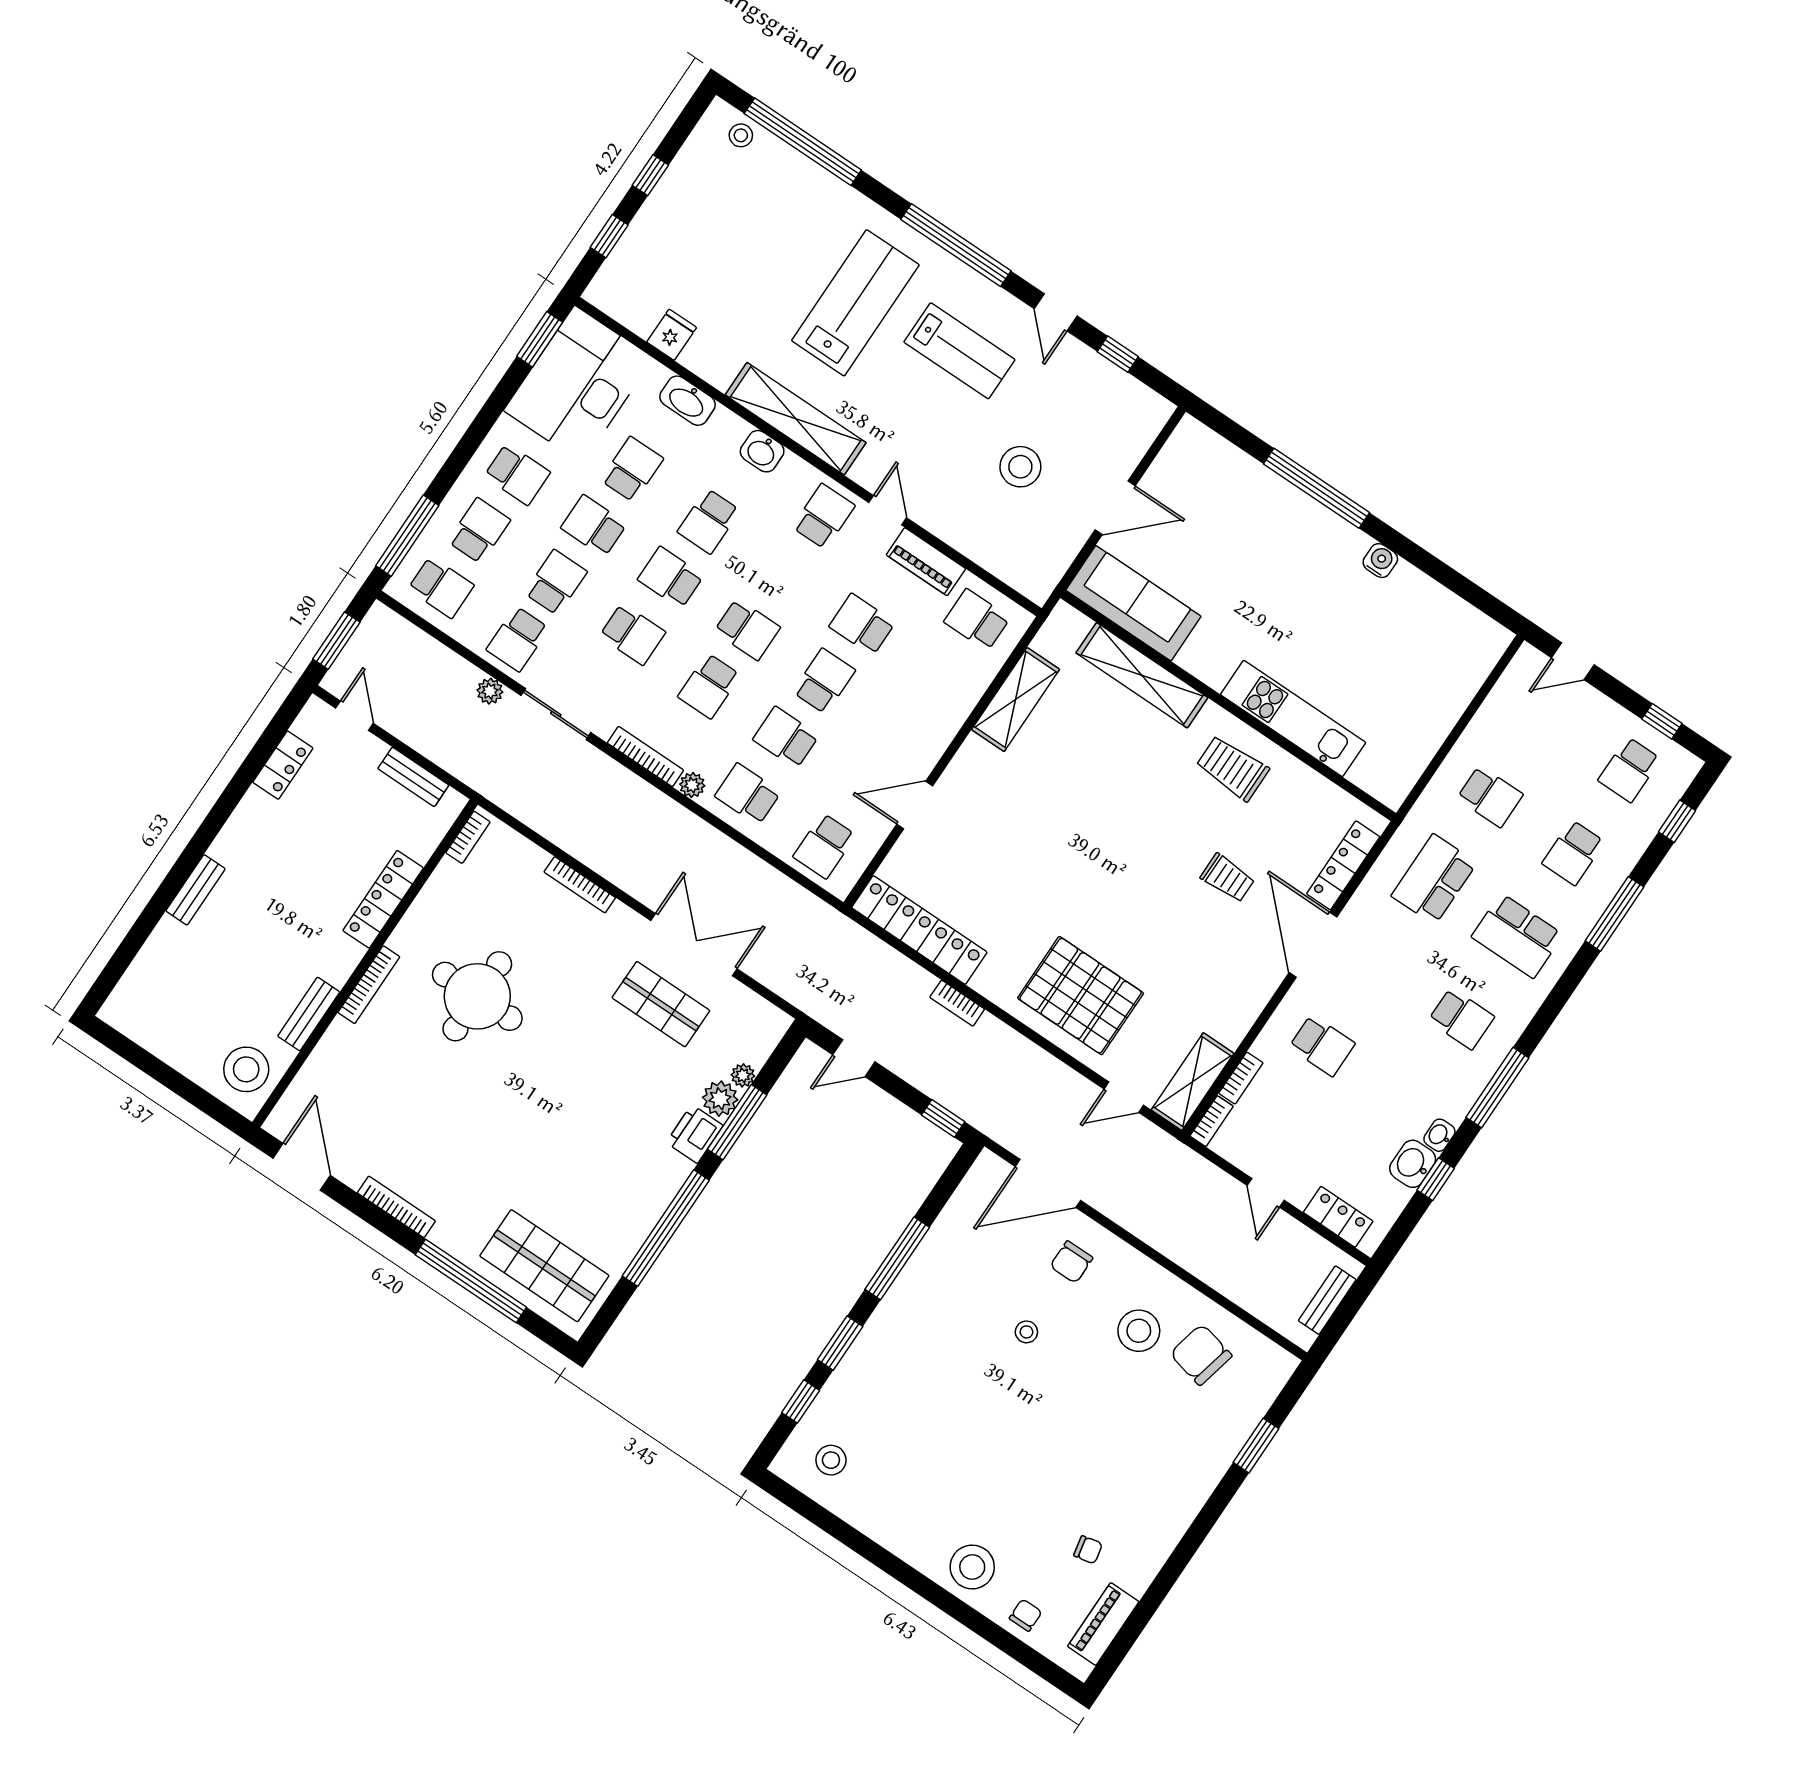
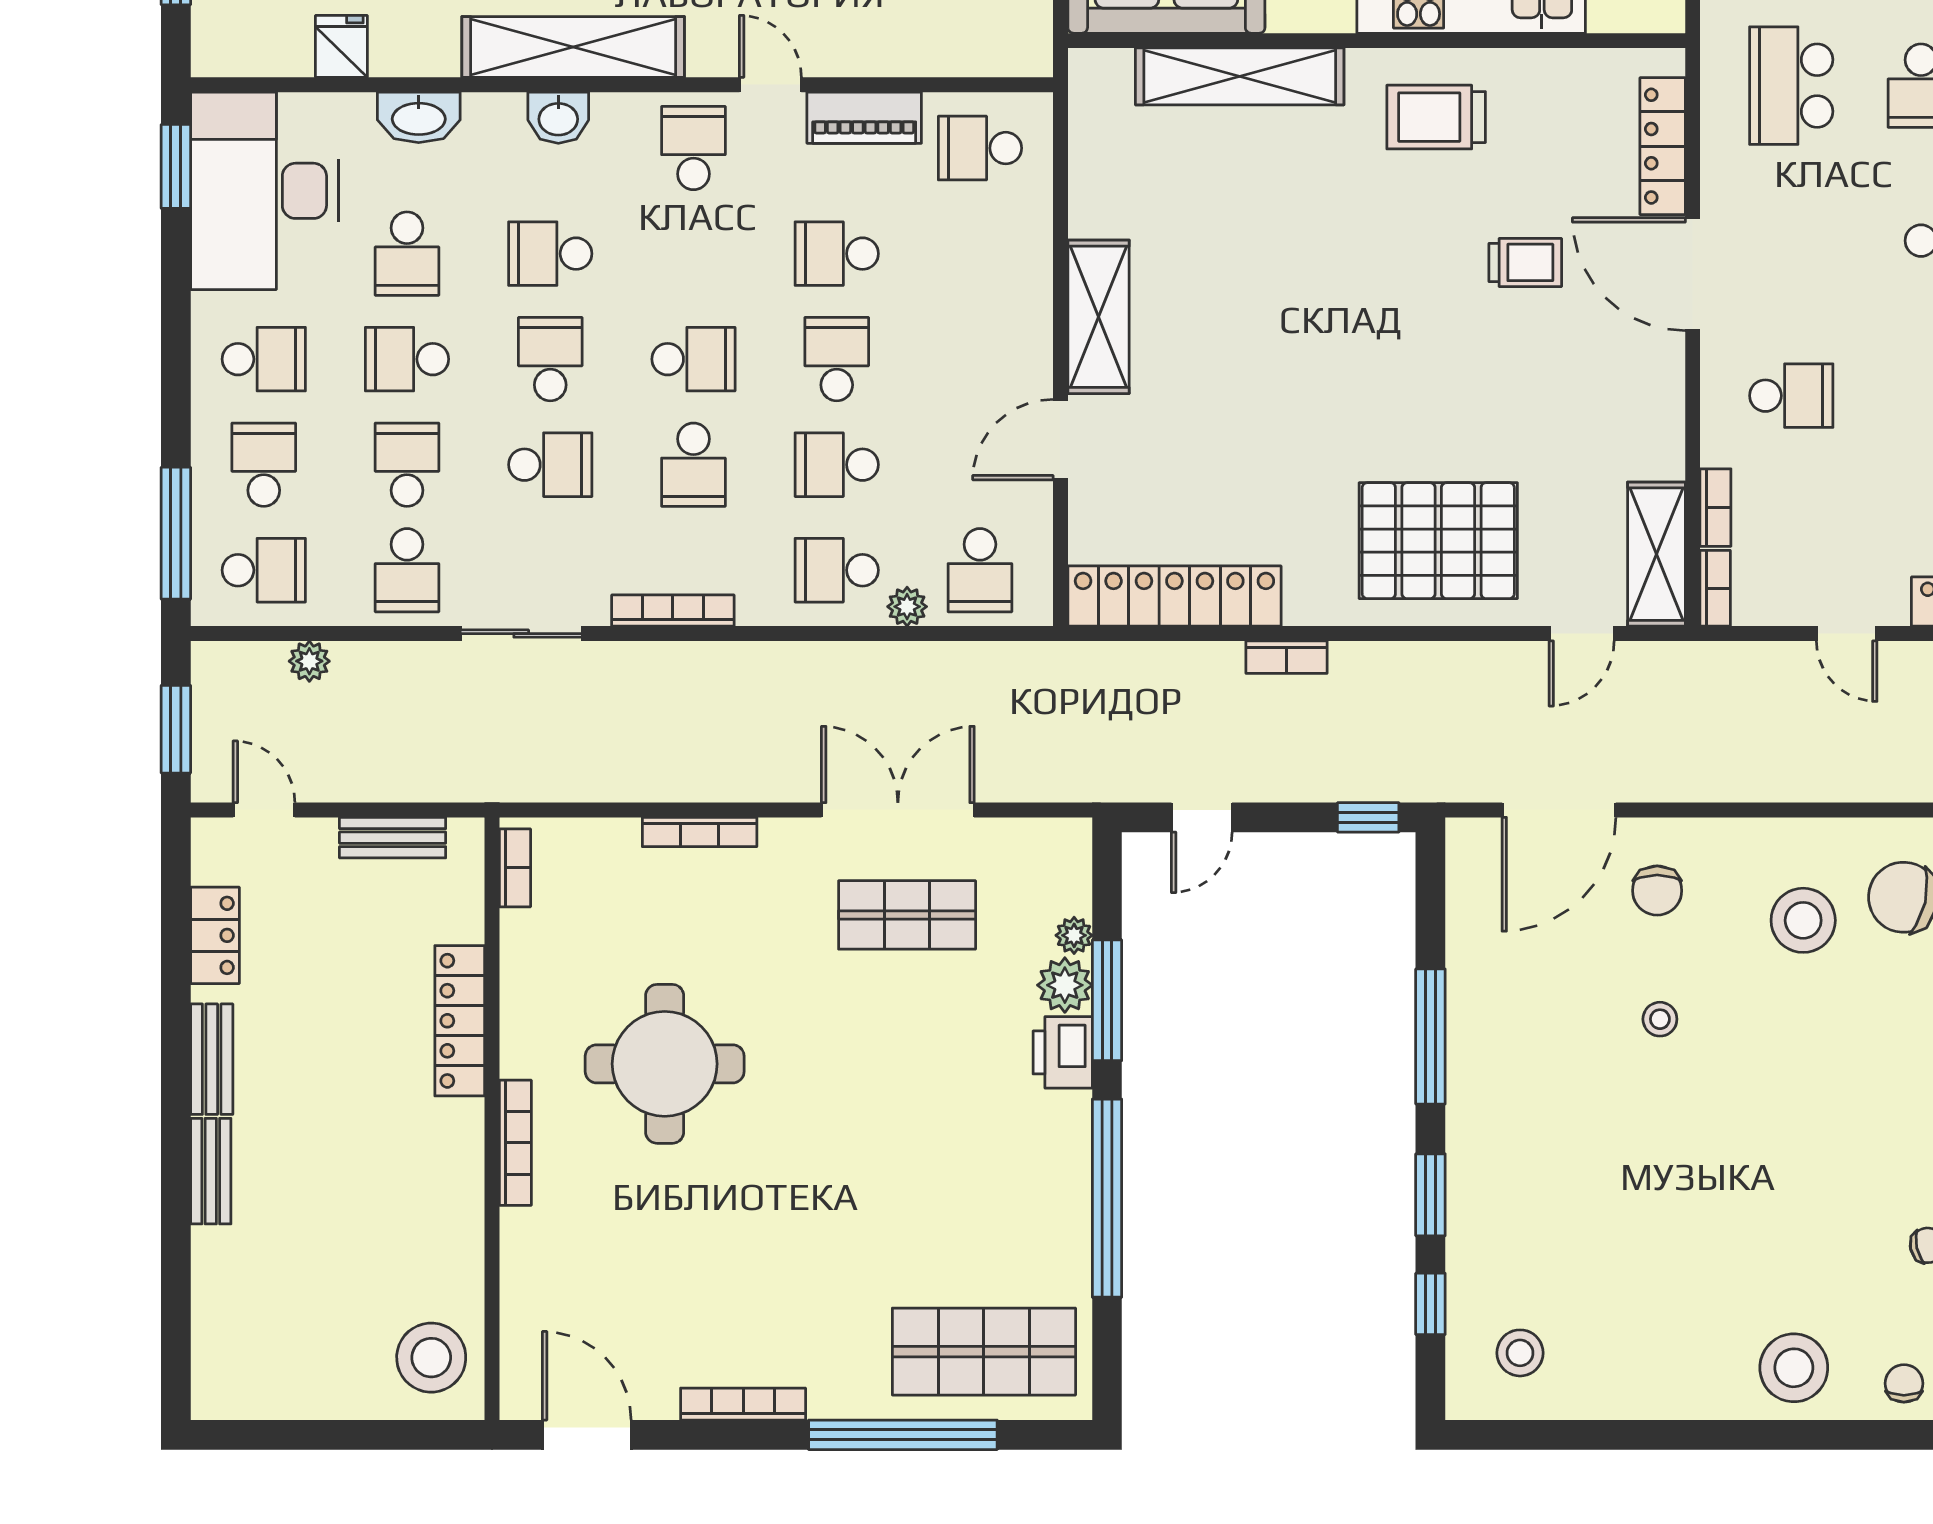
school desk: (632, 469) -> (407, 254), turned 180
school desk: (709, 521) -> (550, 254), turned 90
school desk: (671, 578) -> (550, 359), turned 90
plant: (490, 691) -> (309, 661), moved
shelving: (1016, 700) -> (1099, 317), moved
plant: (692, 785) -> (907, 607), moved
bench: (309, 1014) -> (212, 1059), moved

